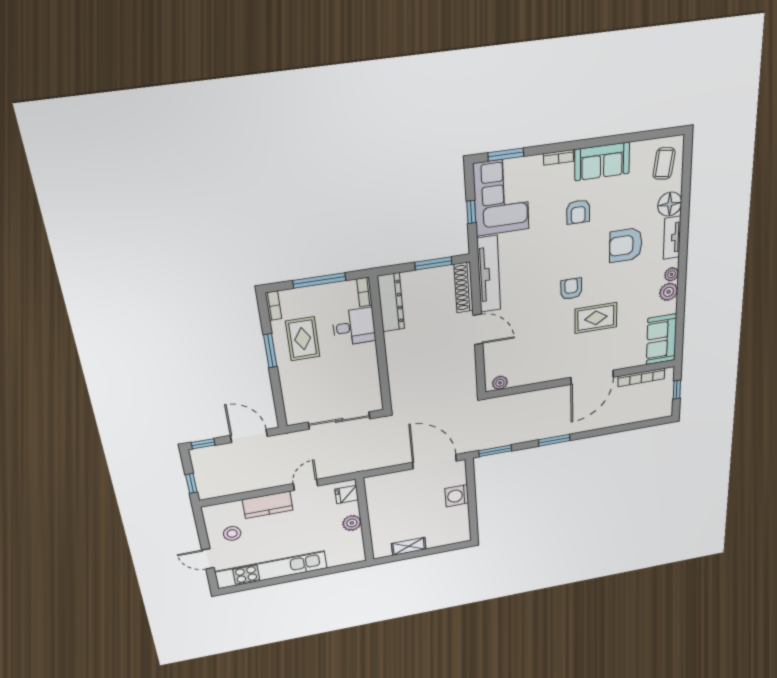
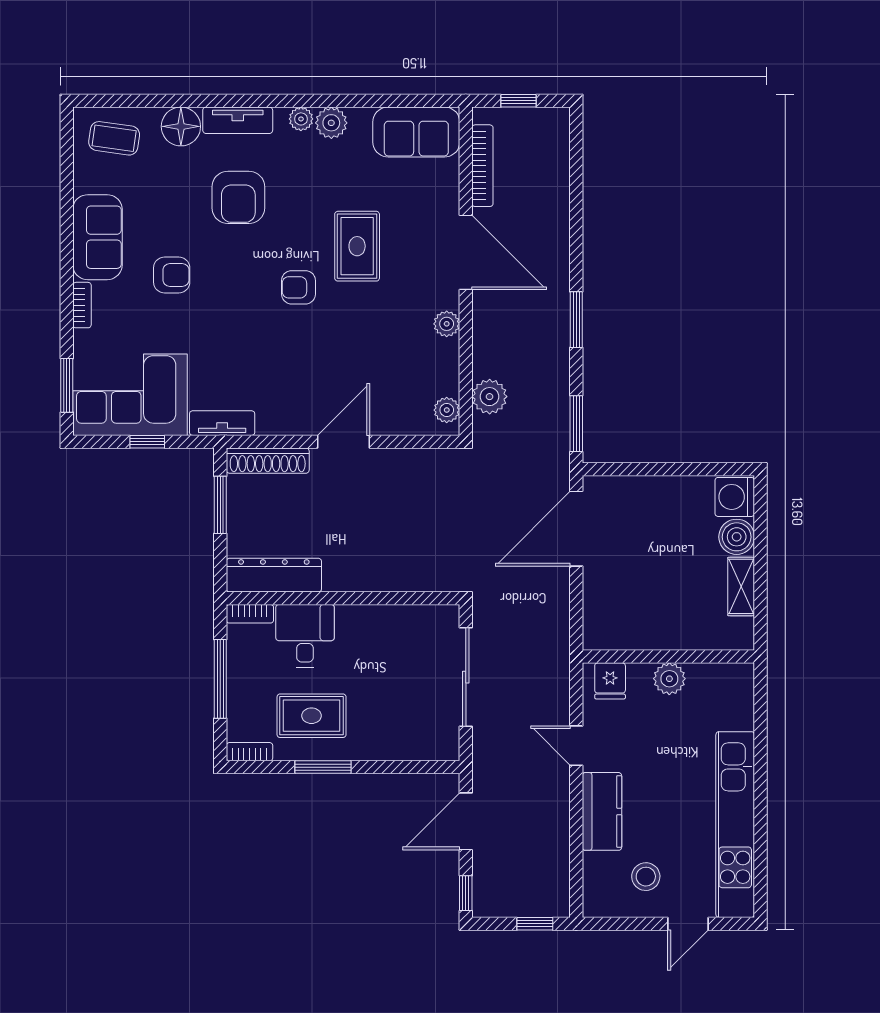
tv unit: (489, 274) -> (222, 423), width x0.52, depth x0.78
plant: (551, 374) -> (447, 324), added
plant: (509, 404) -> (490, 397), added
washing machine: (457, 496) -> (735, 497), moved, turned 90
boiler: (436, 539) -> (737, 537), added

